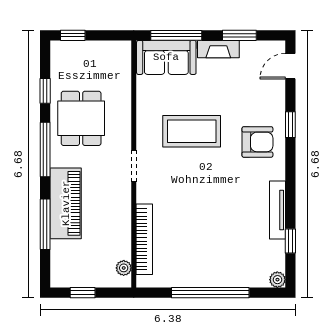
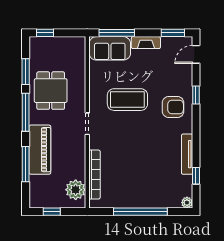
window: (239, 35) -> (173, 33), moved
window: (45, 91) -> (26, 72), width x1.50
plant: (124, 268) -> (76, 190), width x1.87, depth x1.87

